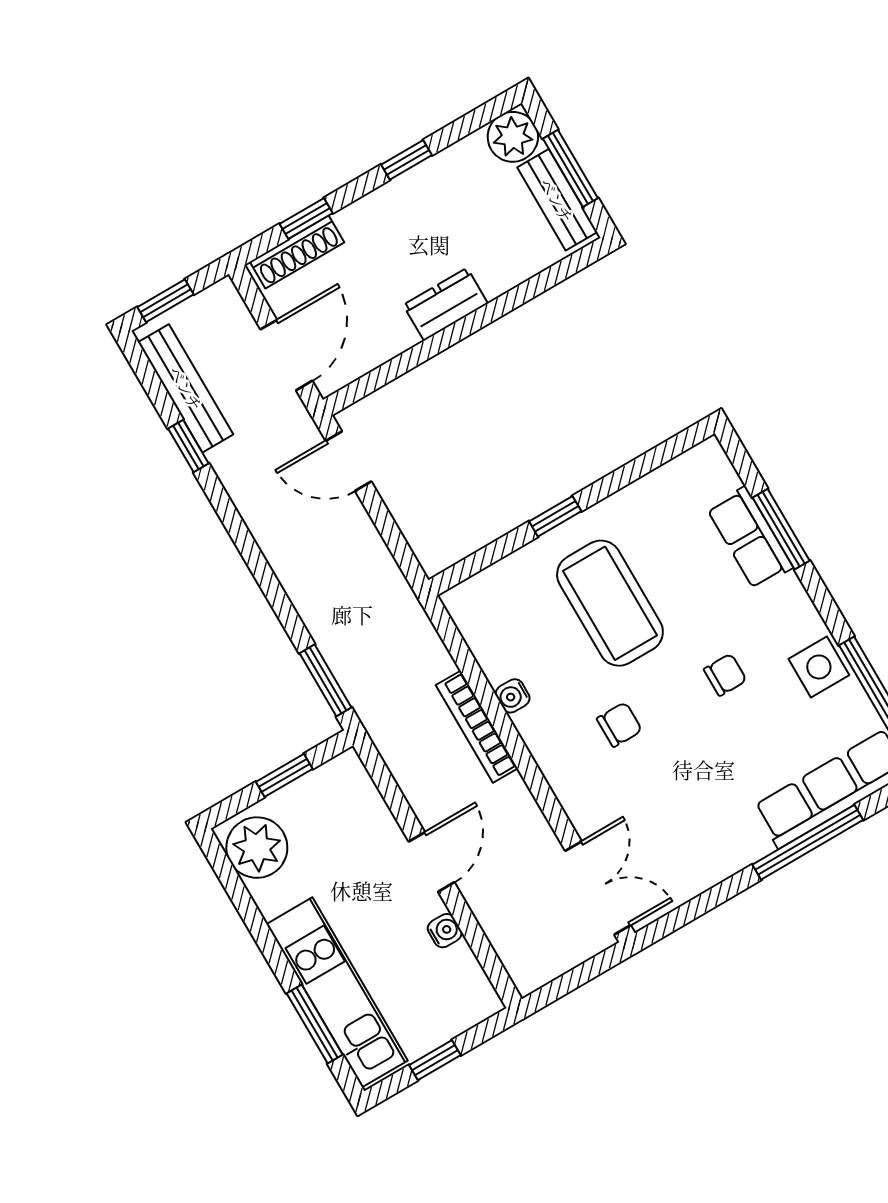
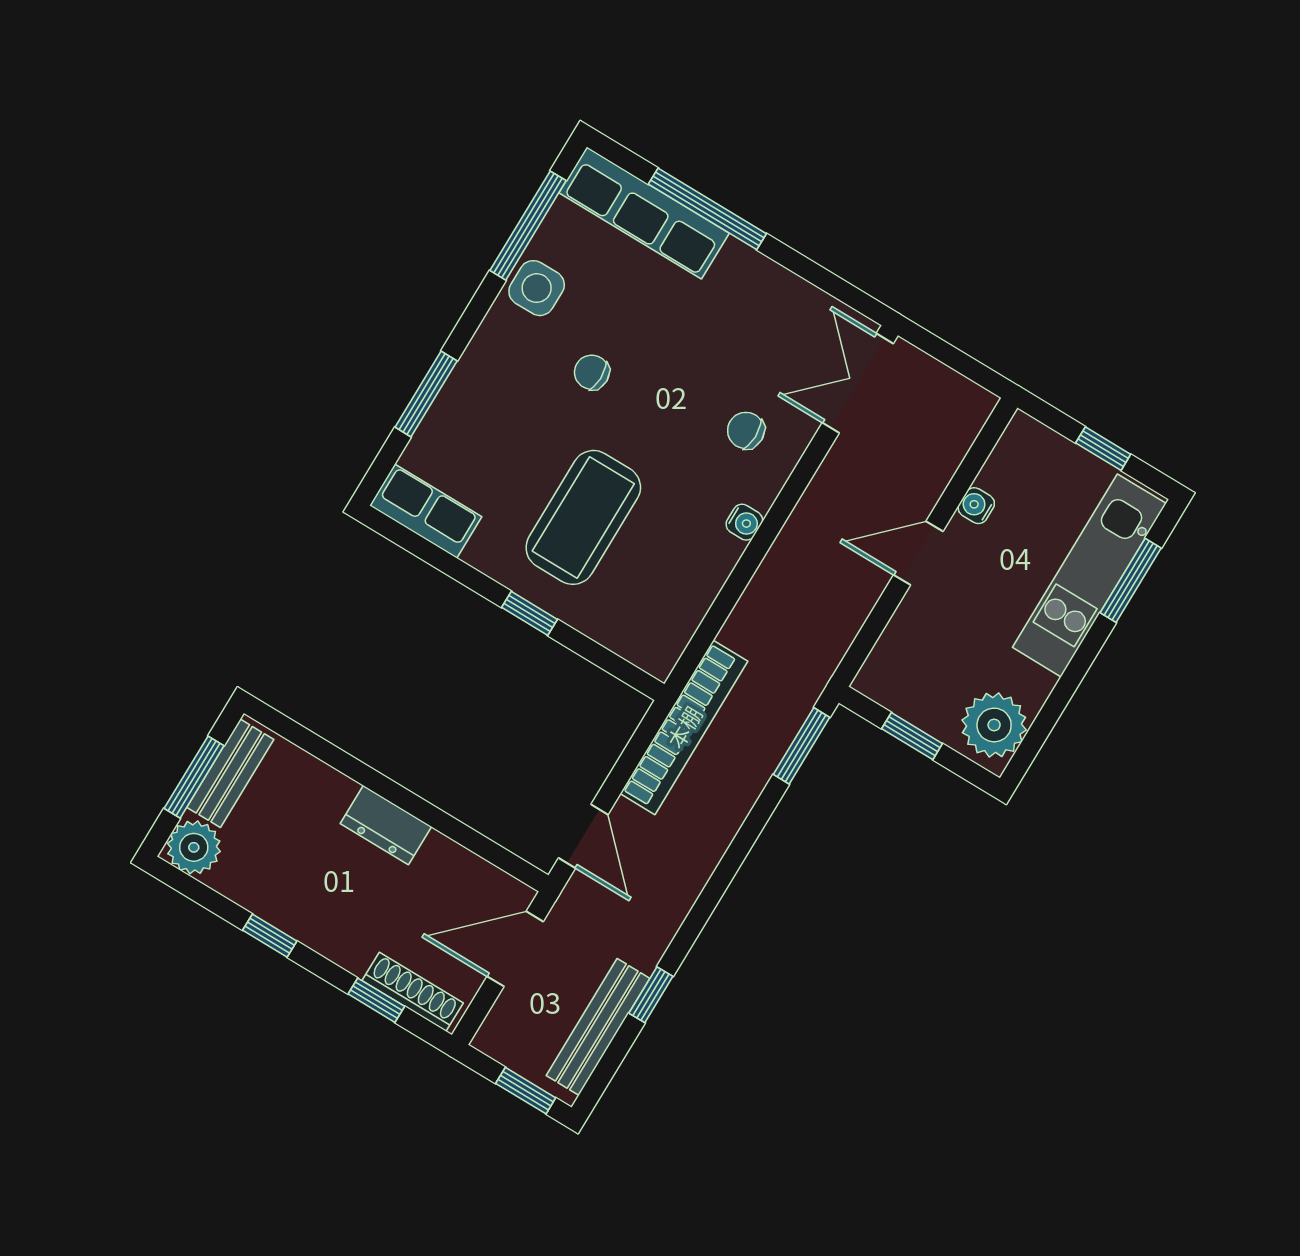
row of seats: (750, 538) -> (426, 511), moved, turned -90
water cooler: (513, 696) -> (744, 522), moved
chair: (619, 725) -> (746, 430), moved
bookcase: (477, 727) -> (684, 727), moved, width x1.48, depth x1.31

